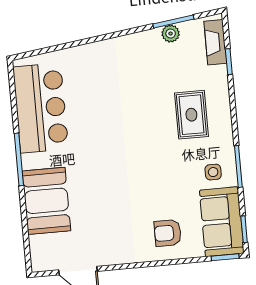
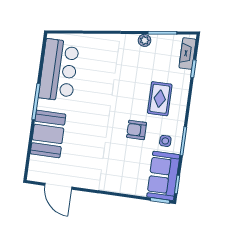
plant: (171, 34) -> (144, 40), moved
armchair: (168, 233) -> (137, 130), moved

